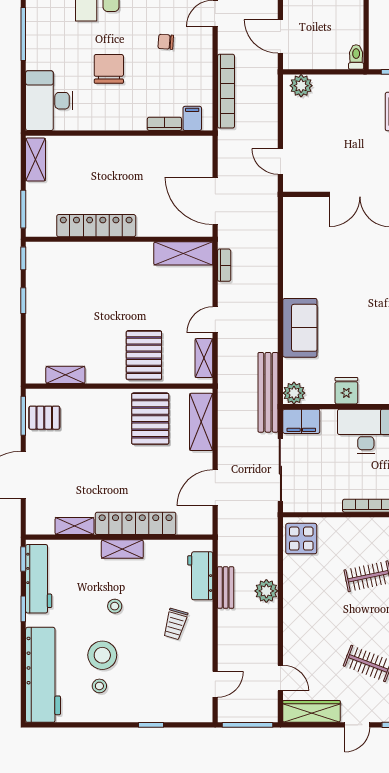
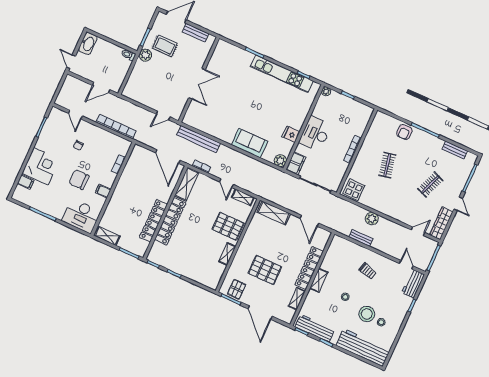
plant: (301, 86) -> (145, 55), moved
filing cabinet: (192, 118) -> (103, 191), moved
door: (215, 201) -> (168, 157), hinge flipped
locker: (108, 254) -> (170, 221), added
shelving: (65, 375) -> (227, 254), moved
bench: (268, 392) -> (199, 139), moved
pallet: (150, 419) -> (265, 270), moved
workbench: (200, 576) -> (413, 284), moved, turned 90

